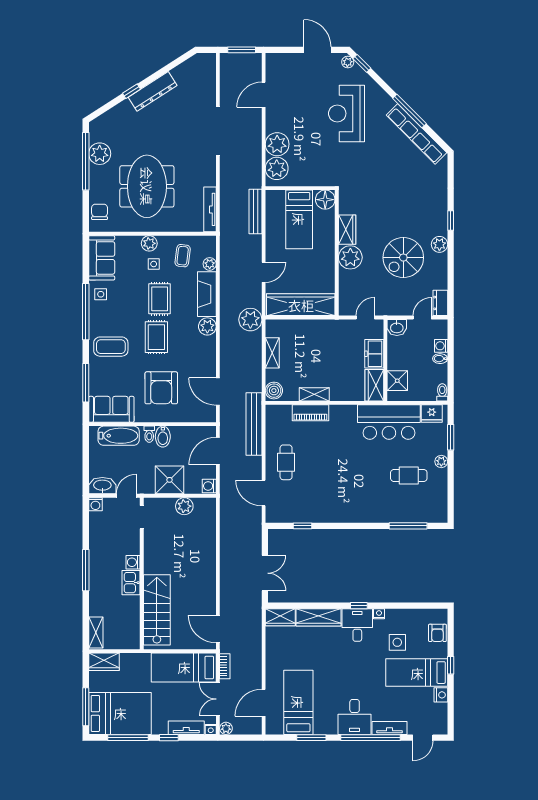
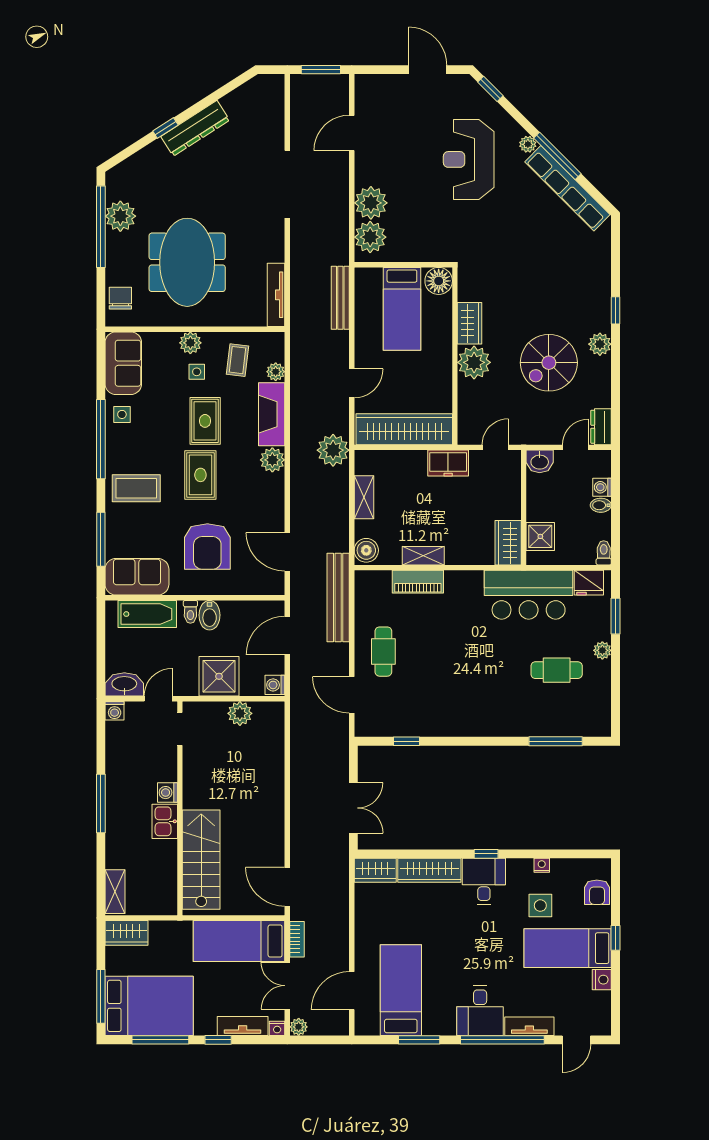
plant: (348, 62) -> (528, 144), moved
freezer: (374, 354) -> (448, 463), moved, turned -90
nightstand: (379, 614) -> (542, 865), moved

